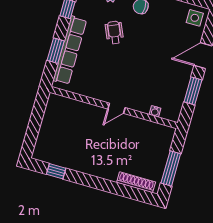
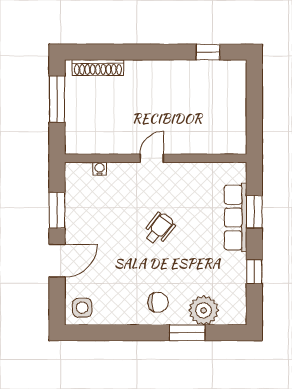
wheelchair: (114, 32) -> (159, 229), moved, turned -118
row of seats: (70, 50) -> (236, 217), width x0.73

